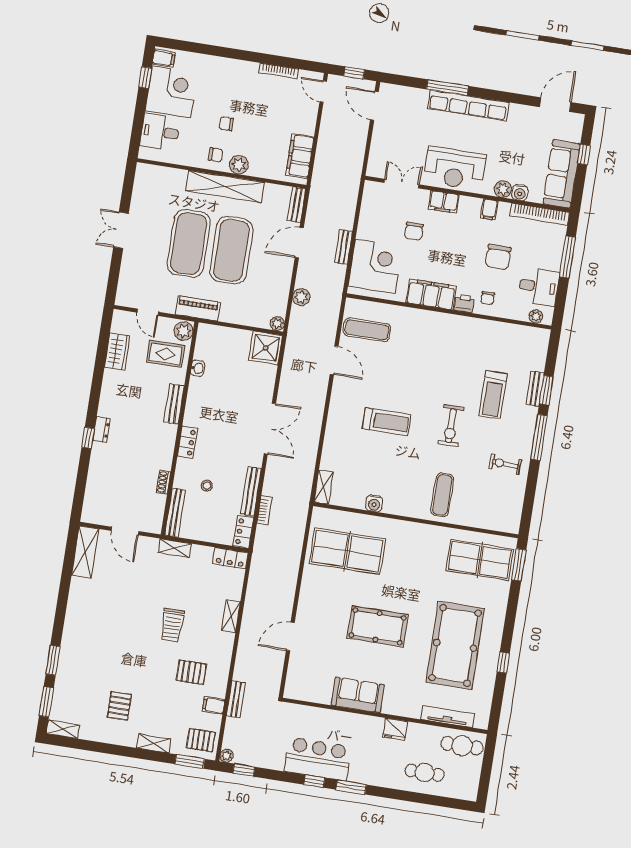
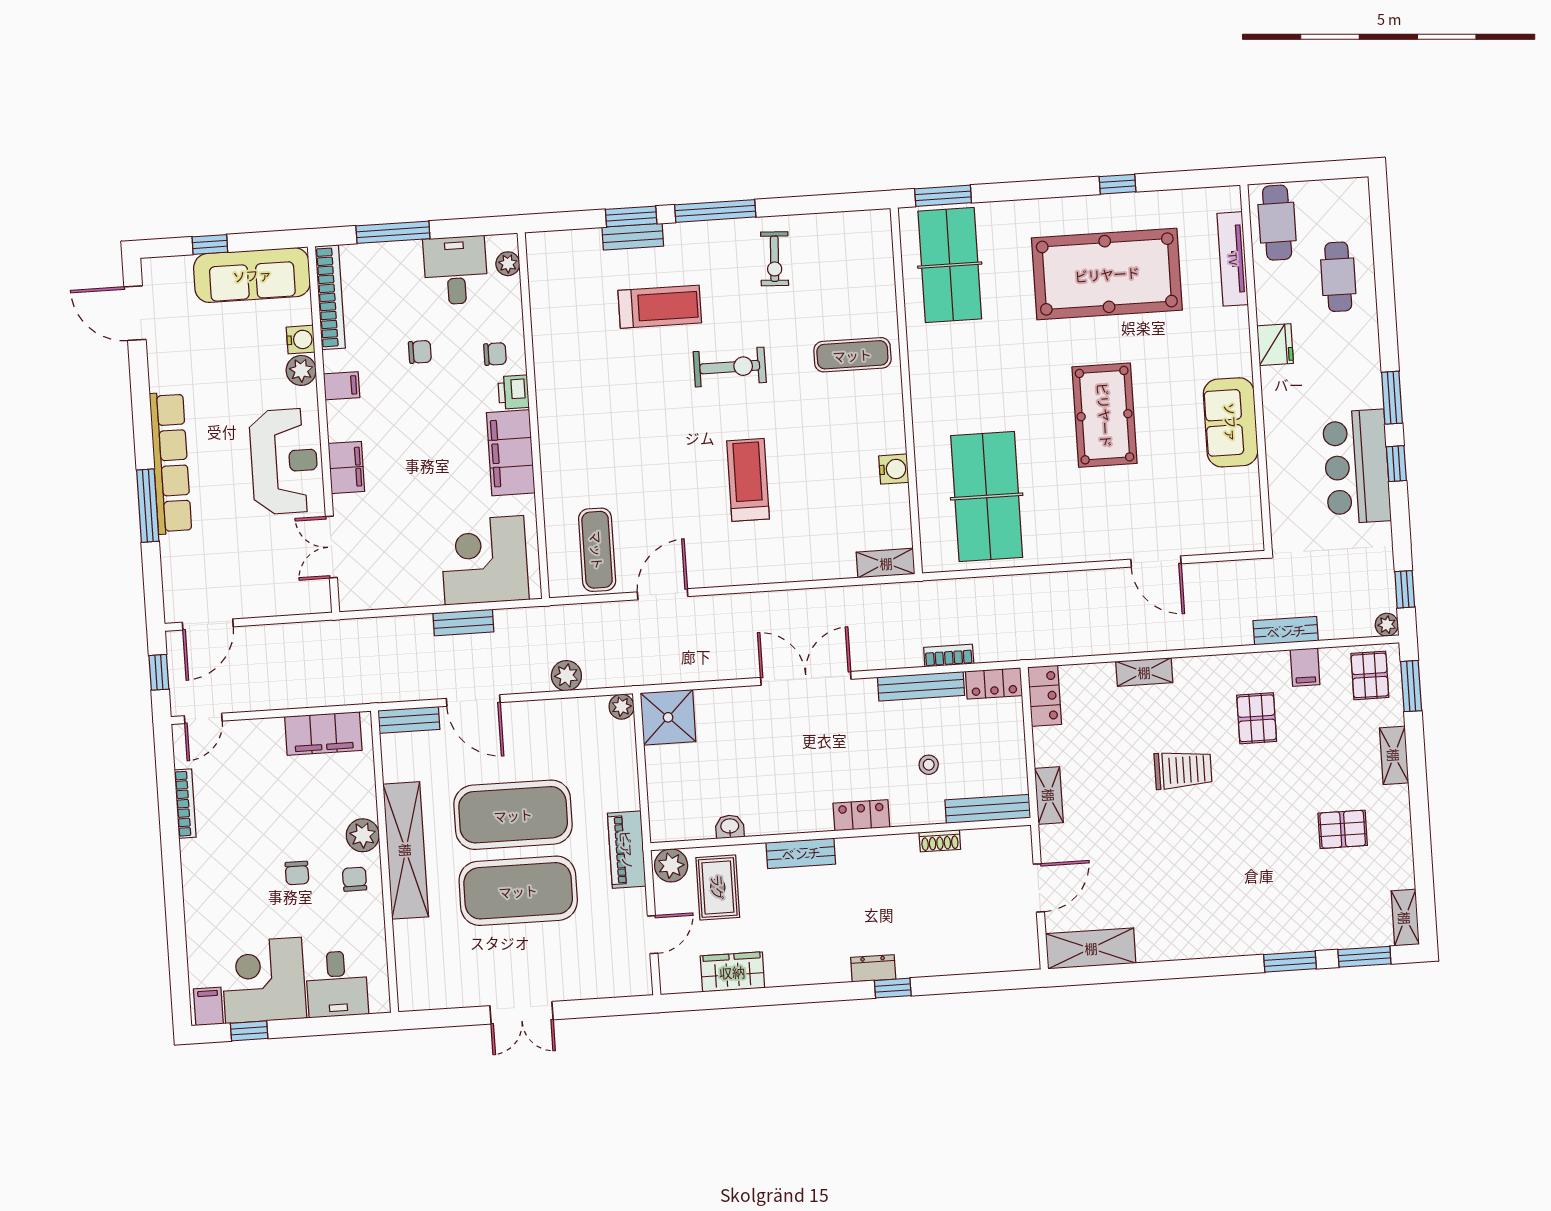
chair: (414, 231) -> (409, 507), removed
chair: (498, 257) -> (420, 352), width x0.54, depth x0.54

